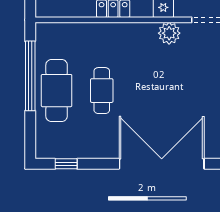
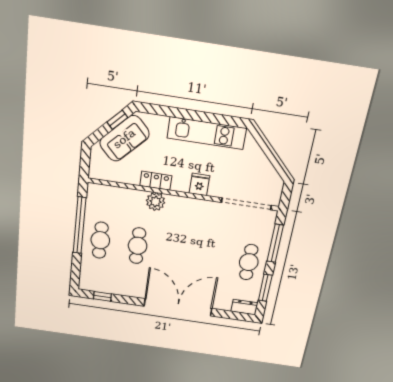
plant: (169, 33) -> (156, 202), moved
cafe table: (57, 91) -> (100, 240), width x0.73, depth x0.74

